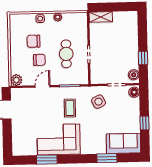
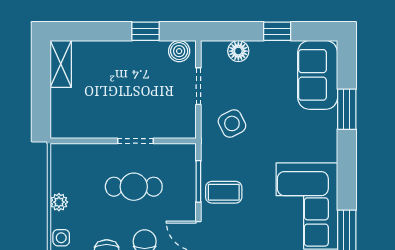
shelving: (101, 17) -> (61, 64), moved
floor lamp: (134, 92) -> (238, 51), moved
coffee table: (70, 108) -> (224, 192), moved

